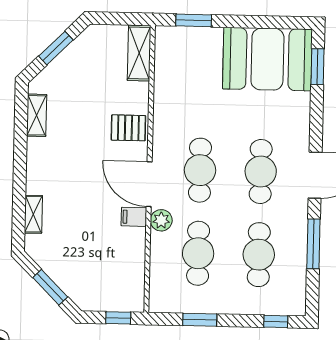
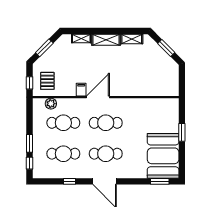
window: (194, 20) -> (182, 132), moved
shelving: (139, 53) -> (106, 40), moved
pallet: (128, 128) -> (47, 81), moved
plant: (161, 220) -> (51, 104), moved
window: (313, 244) -> (69, 181), width x0.46
window: (200, 320) -> (29, 143), moved

